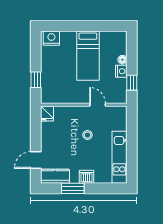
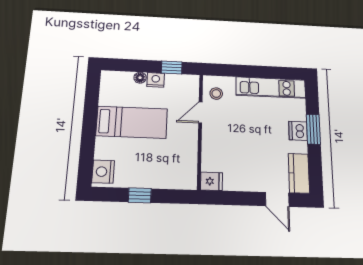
window: (36, 80) -> (140, 195), moved
stool: (87, 135) -> (216, 94), moved
window: (73, 188) -> (313, 129), moved

